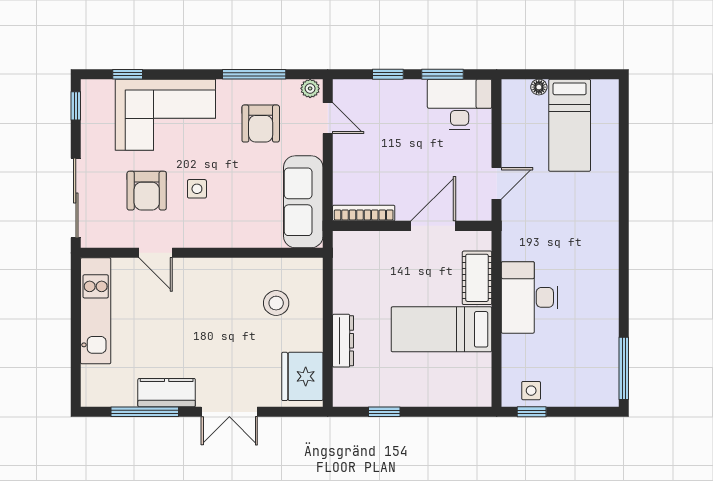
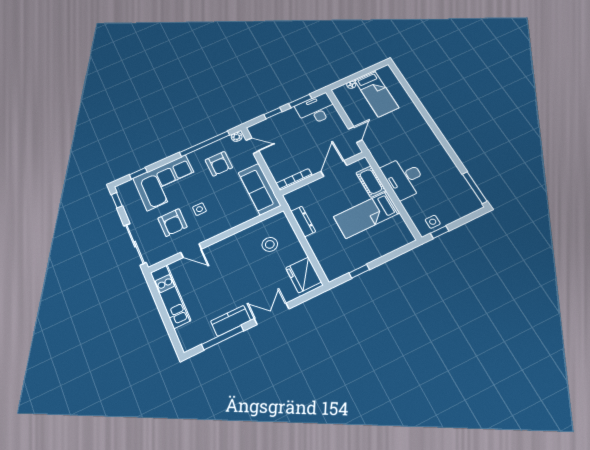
window: (254, 74) -> (205, 144), width x1.46
dresser: (343, 341) -> (303, 221), moved
double door: (229, 412) -> (272, 314), swing flipped

